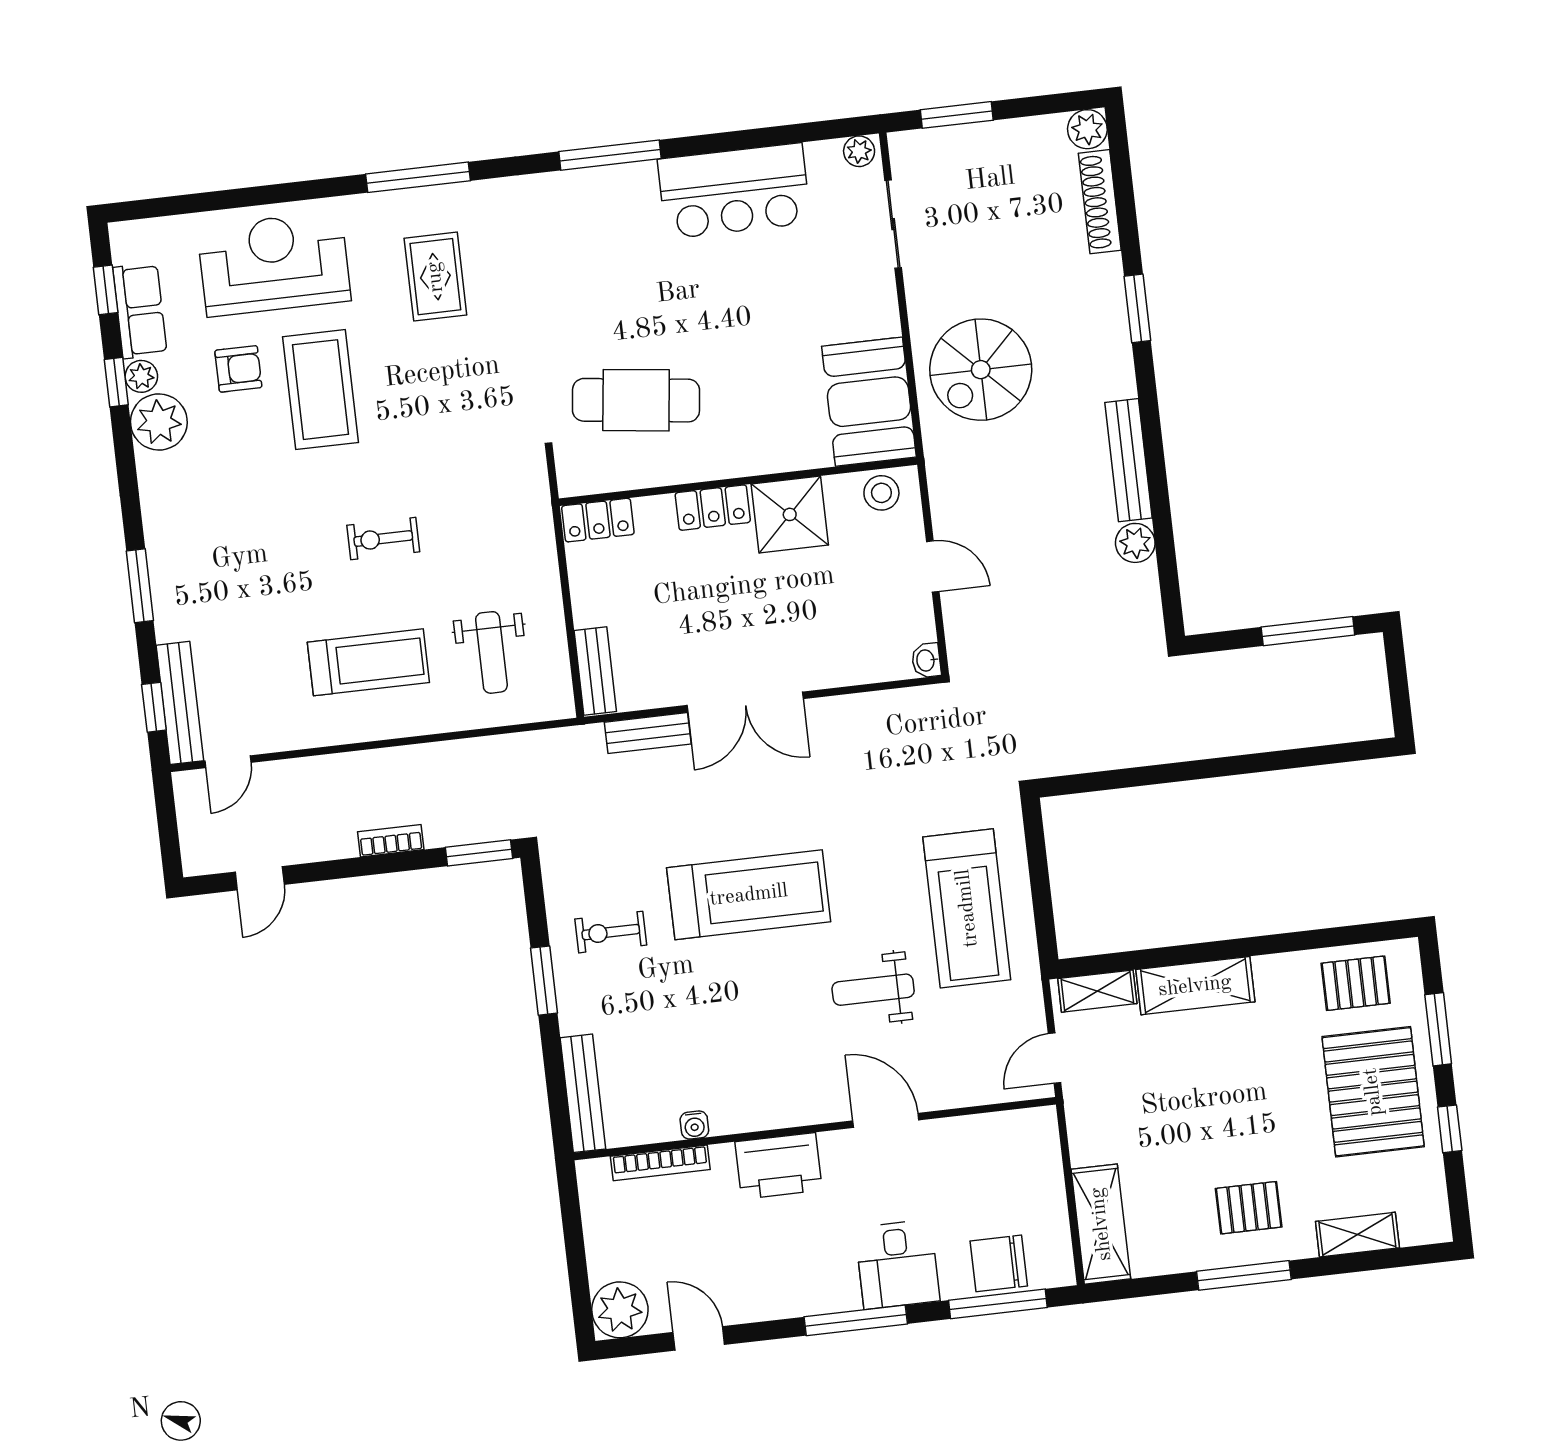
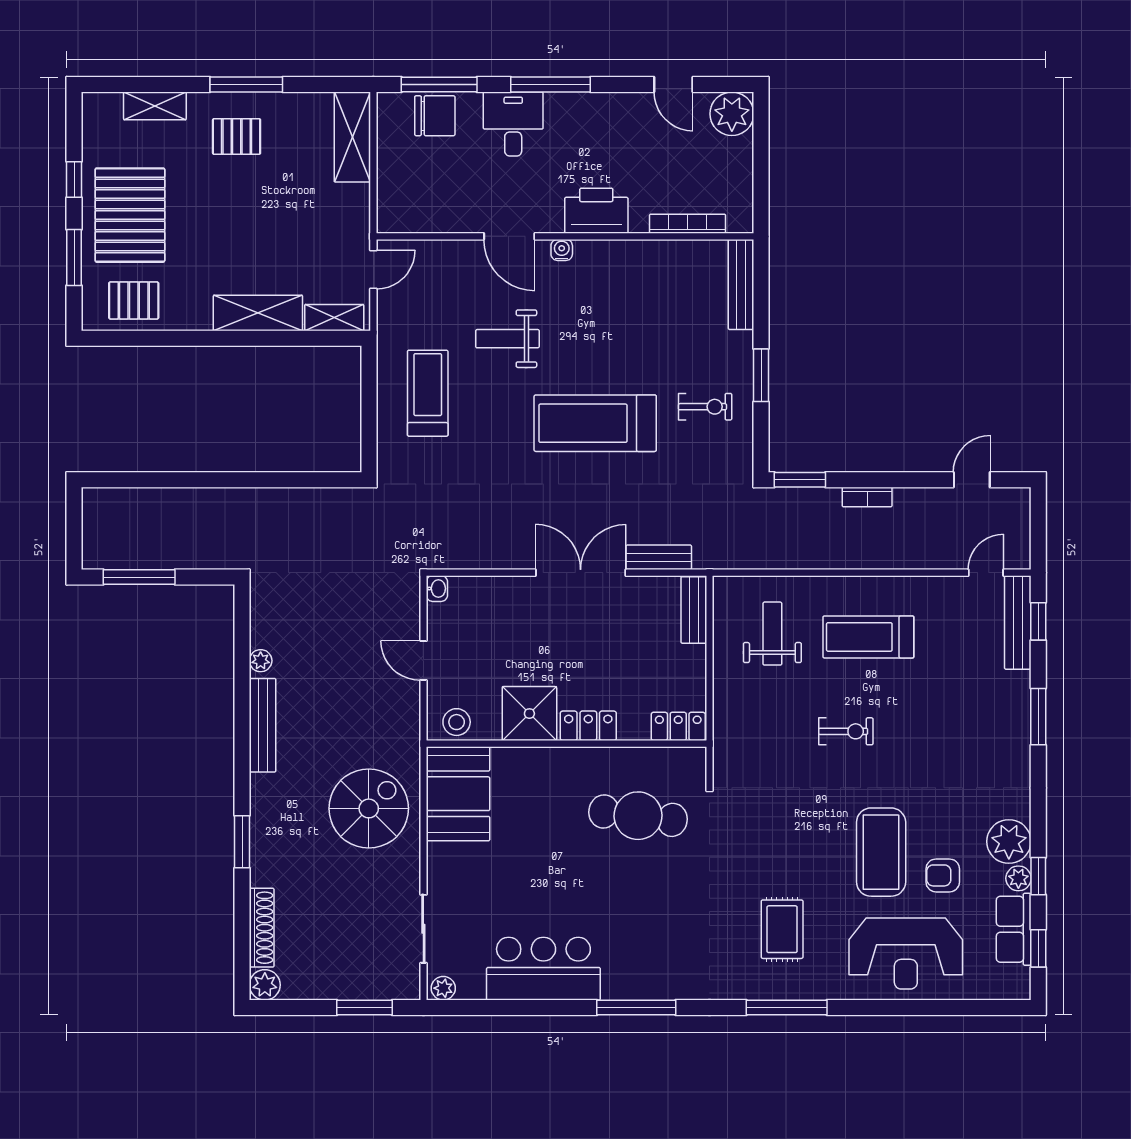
plant: (1135, 543) -> (261, 661), width x0.73, depth x0.73
treadmill: (967, 908) -> (428, 393), width x0.73, depth x0.73
weight bench: (873, 990) -> (507, 339), turned 180
water cooler: (694, 1125) -> (562, 250), moved

